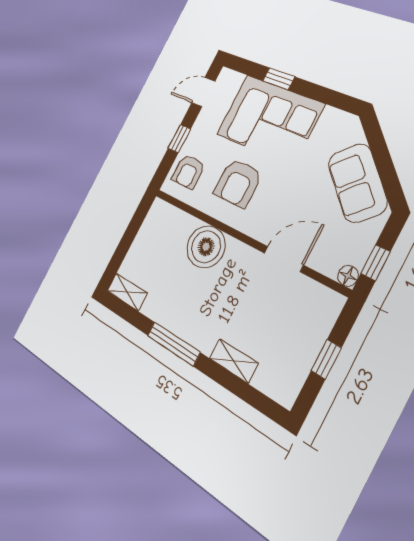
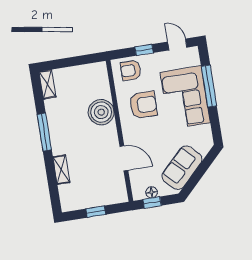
window: (279, 79) -> (209, 86), width x2.17
armchair: (238, 183) -> (143, 105), turned 180
floor lamp: (348, 276) -> (152, 192), moved

